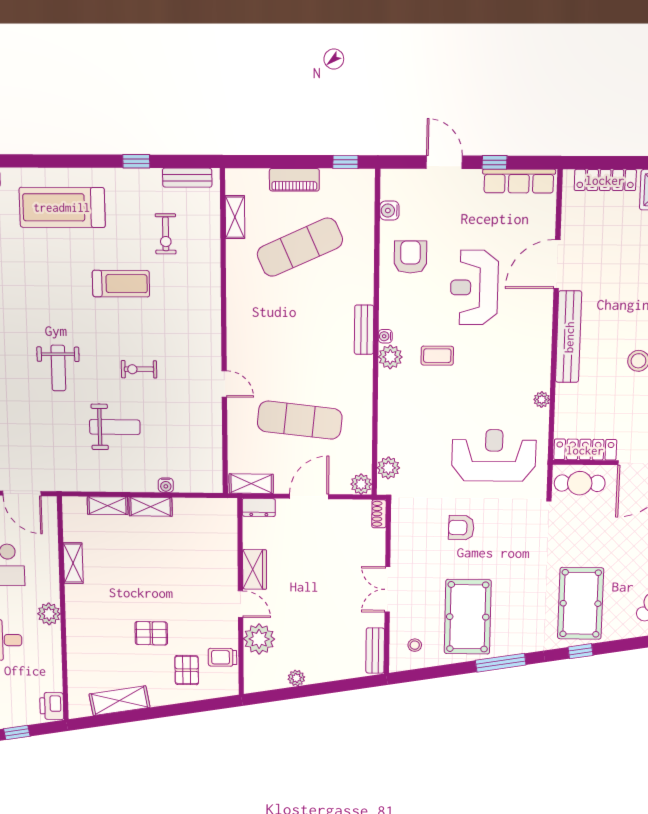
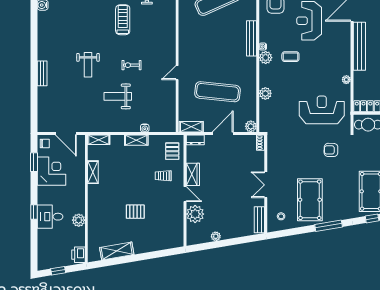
treadmill: (121, 284) -> (123, 20), turned -90
bench: (364, 330) -> (252, 38), width x1.36
door: (224, 384) -> (177, 73), swing flipped
weight bench: (115, 427) -> (118, 96), turned 180
plant: (388, 468) -> (265, 93), moved
shelving: (108, 506) -> (99, 140), moved
armchair: (461, 528) -> (331, 150), moved
plant: (49, 614) -> (79, 220), moved
trolley: (222, 657) -> (163, 176), moved
pallet: (187, 670) -> (172, 151), moved

